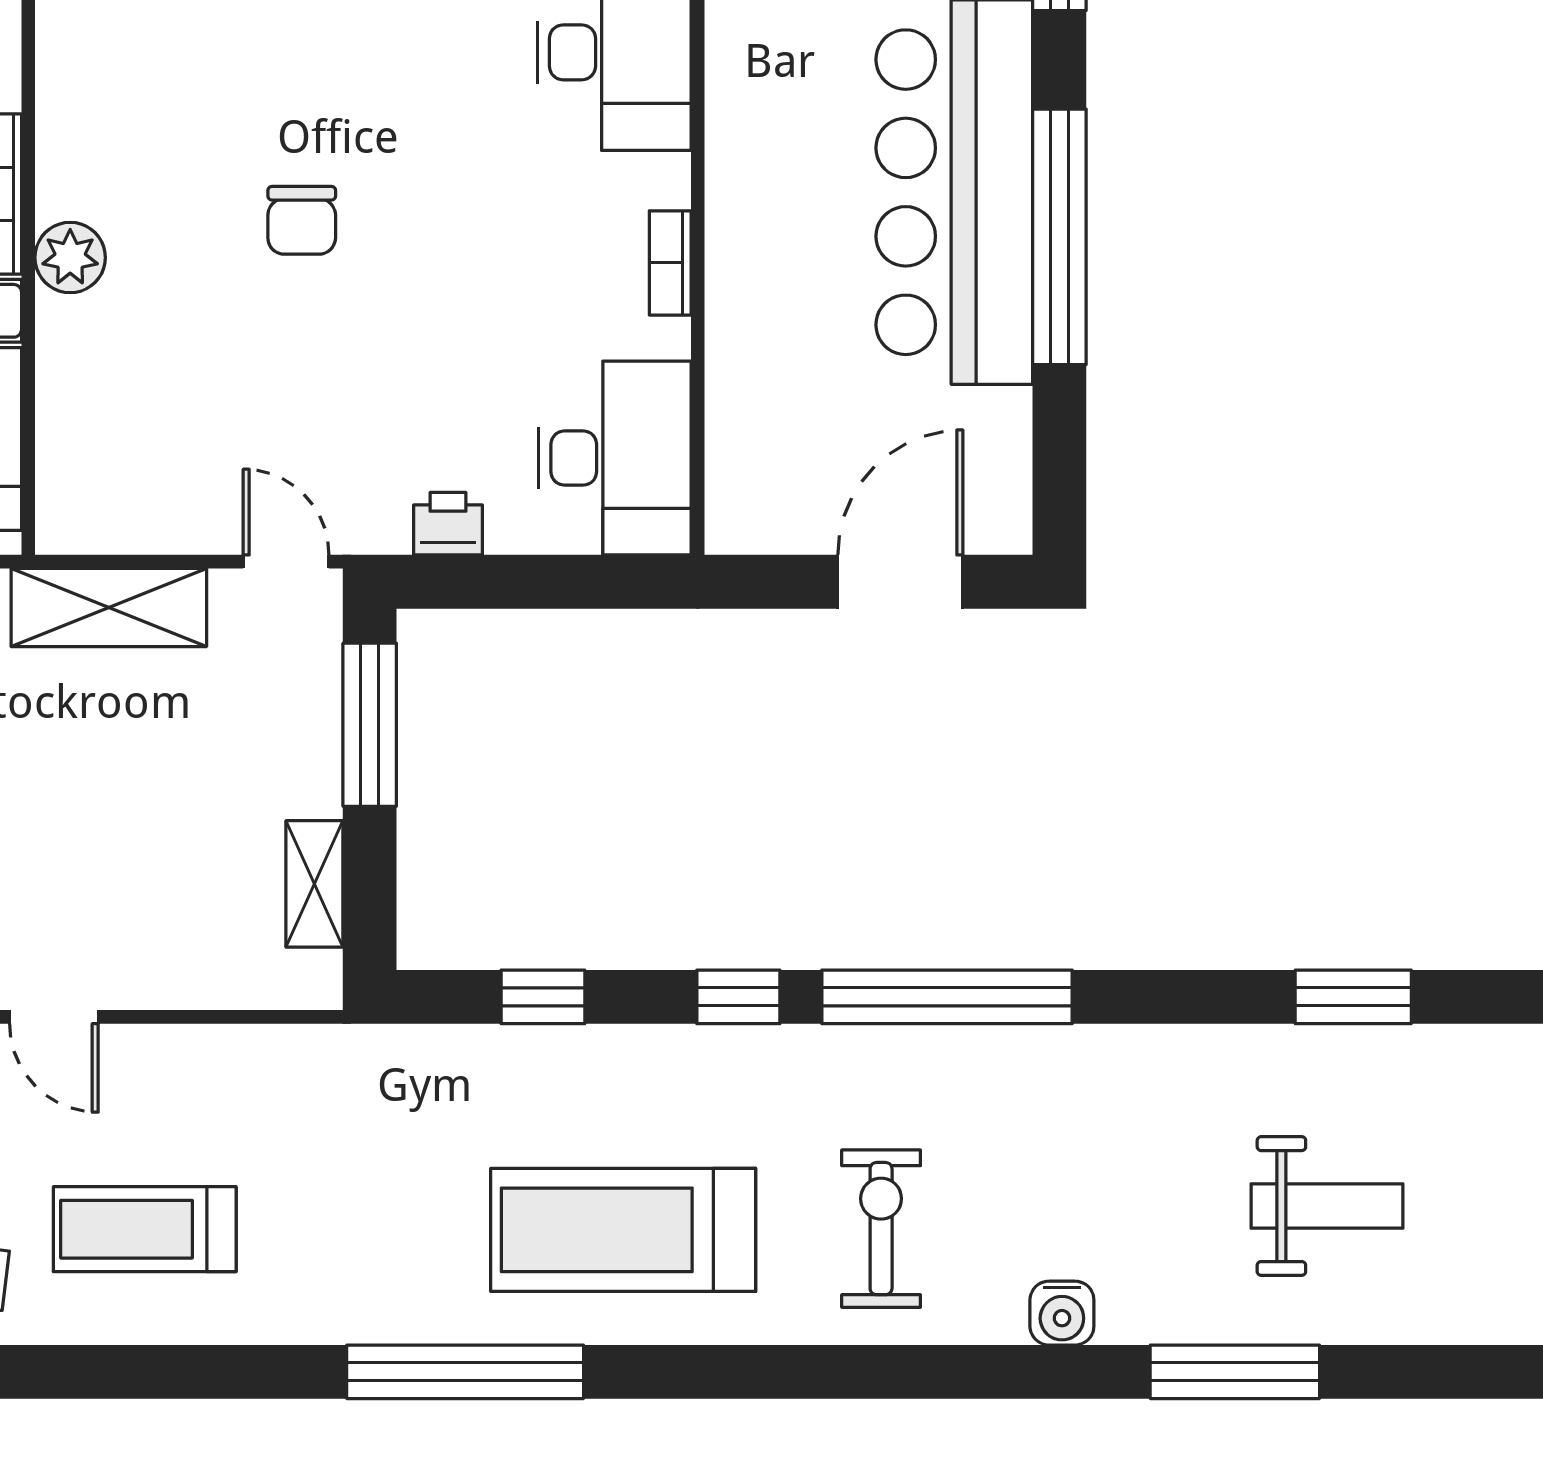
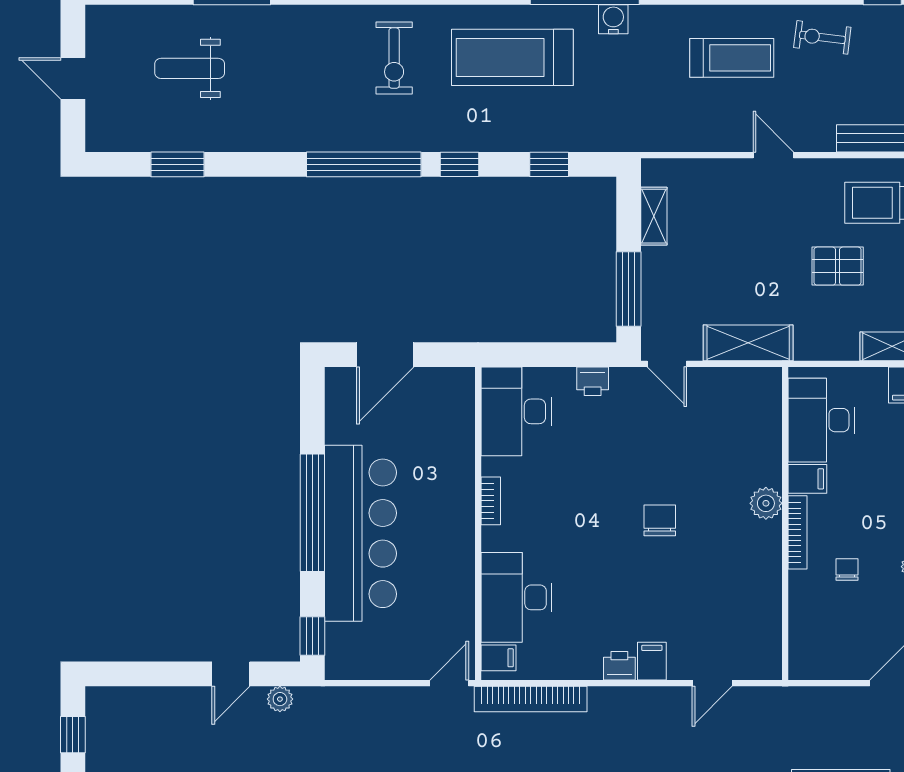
treadmill: (623, 1230) -> (512, 57), turned 180
water cooler: (1062, 1313) -> (613, 19), moved

